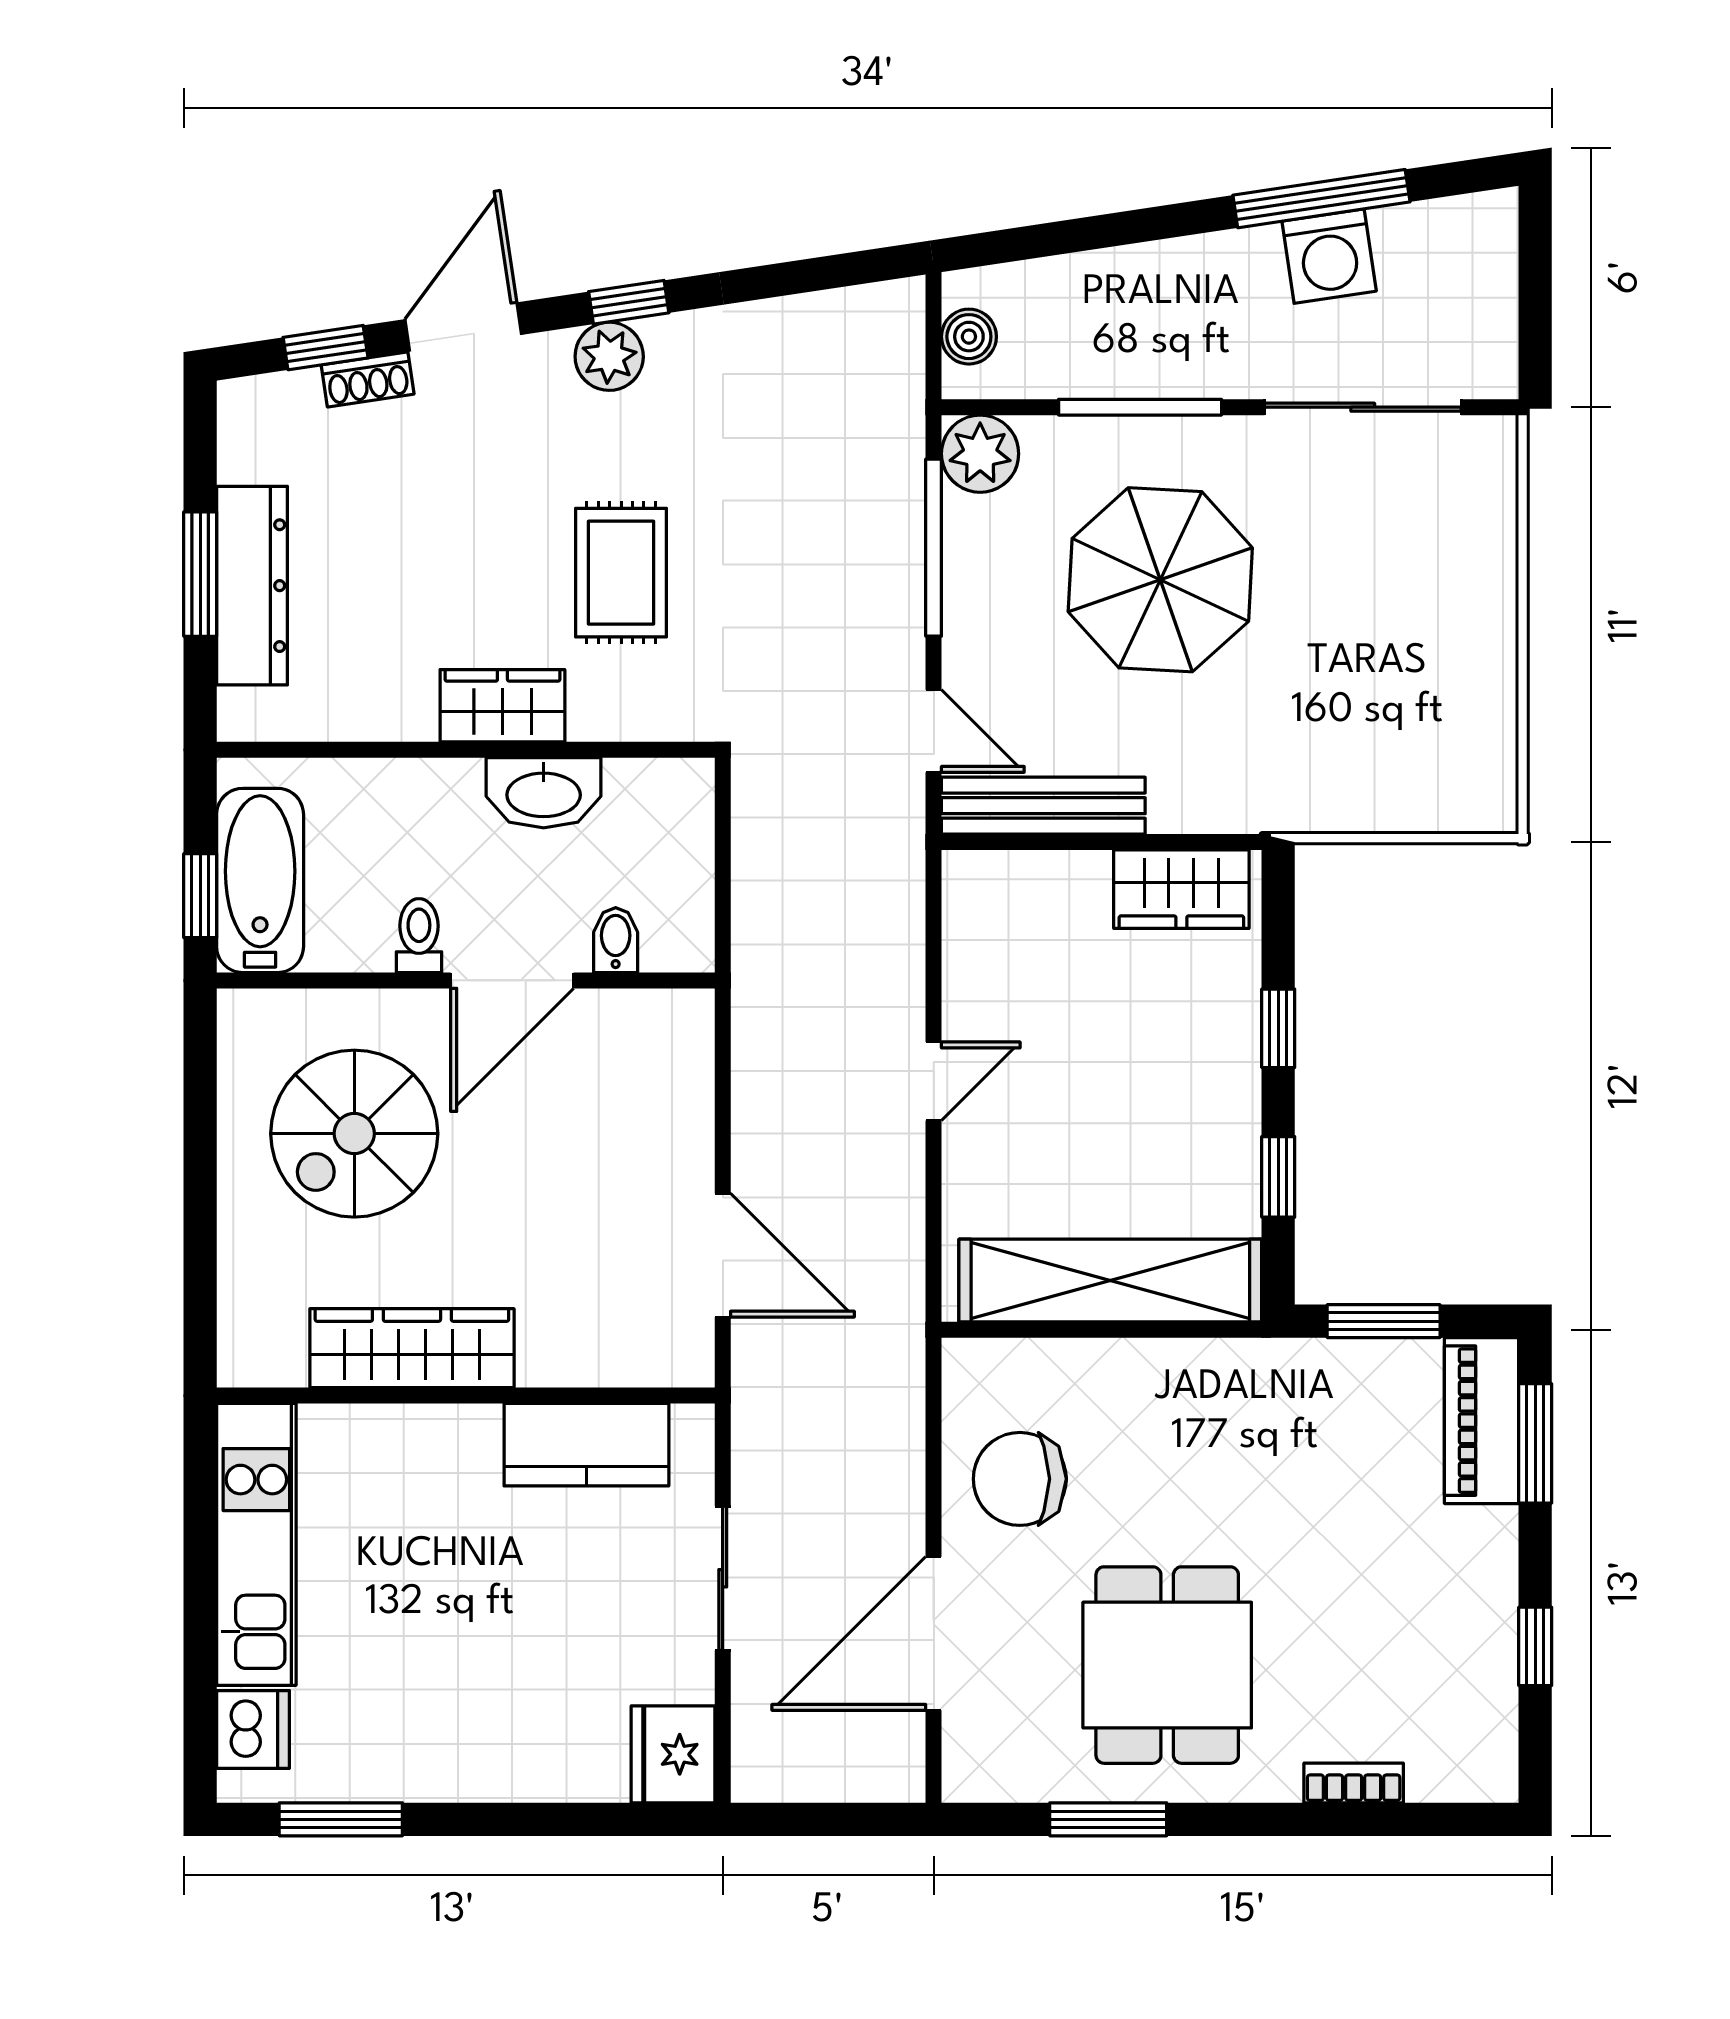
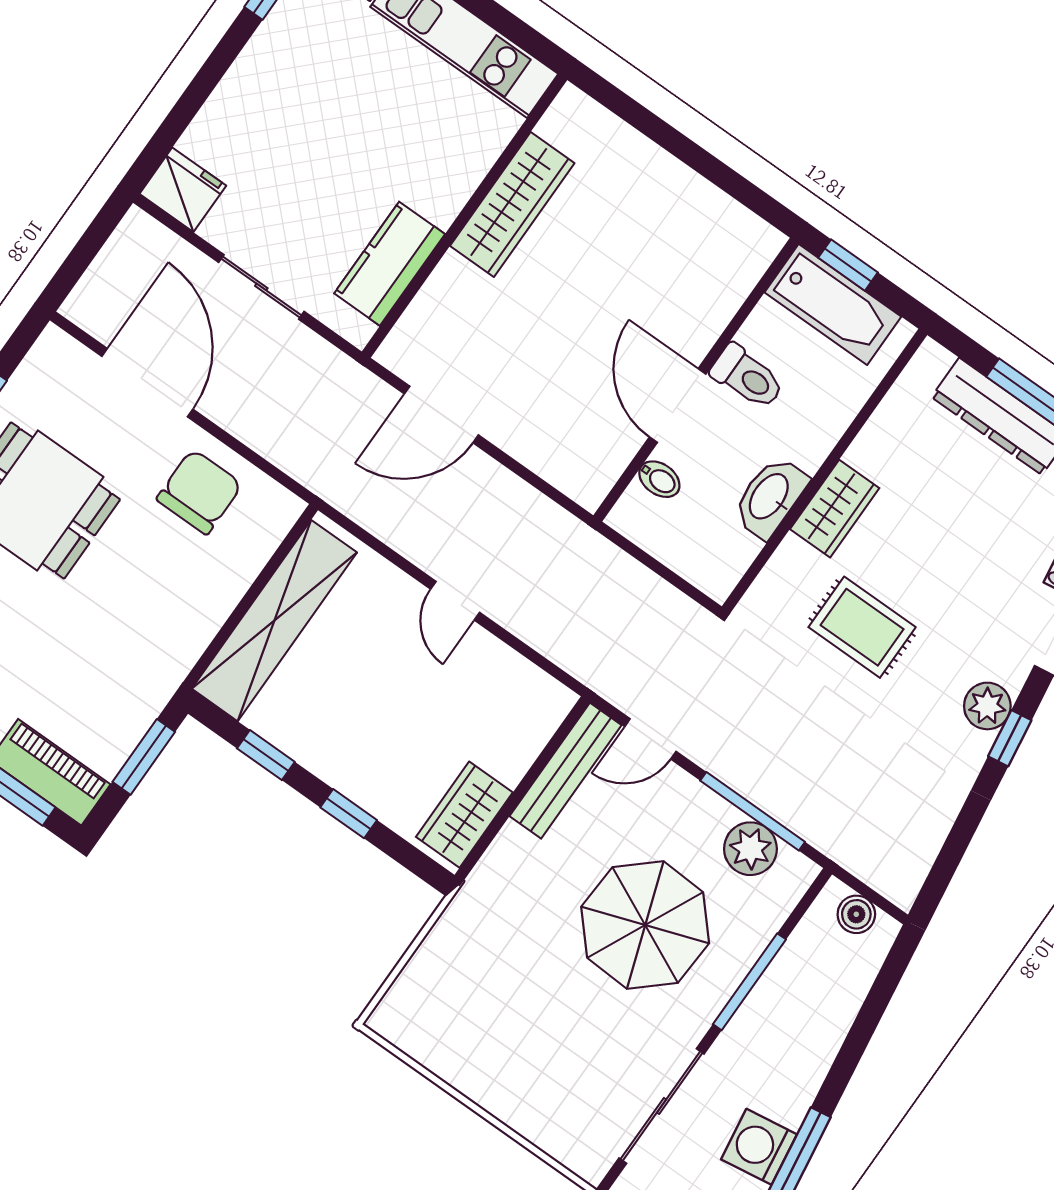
plant: (980, 454) -> (750, 849), moved
toilet: (419, 936) -> (747, 377), width x1.37, depth x1.39
spiral stairs: (354, 1134) -> (655, 257), removed

